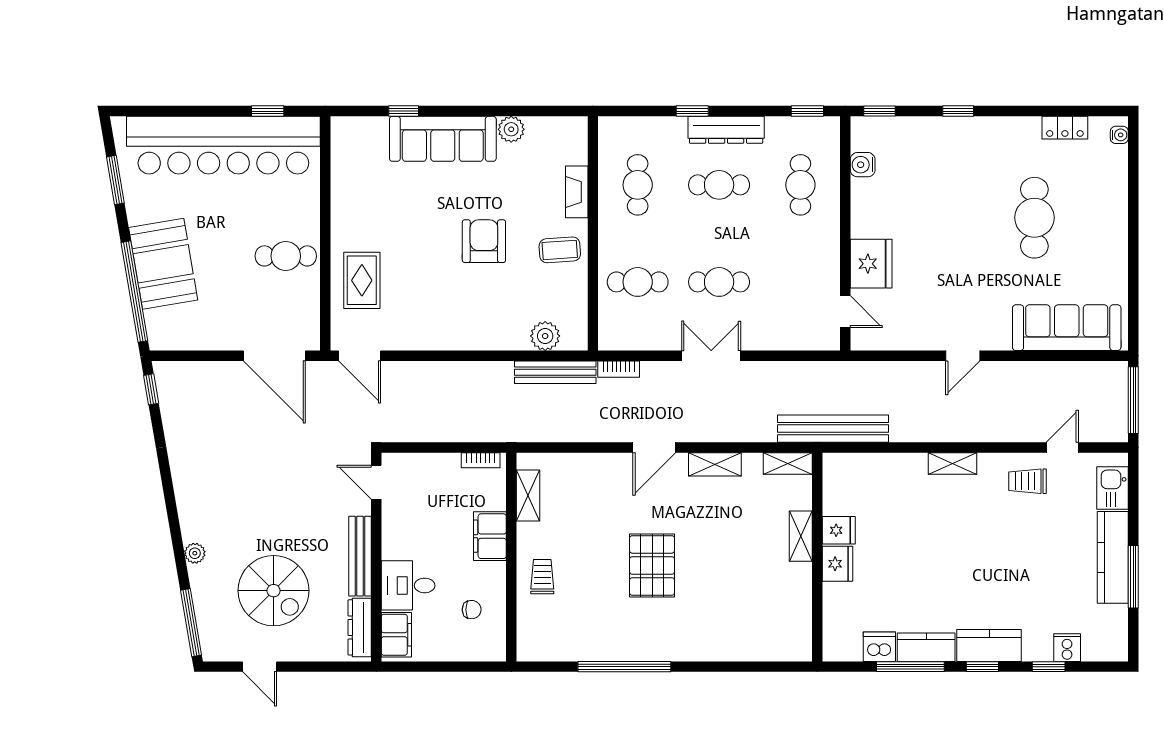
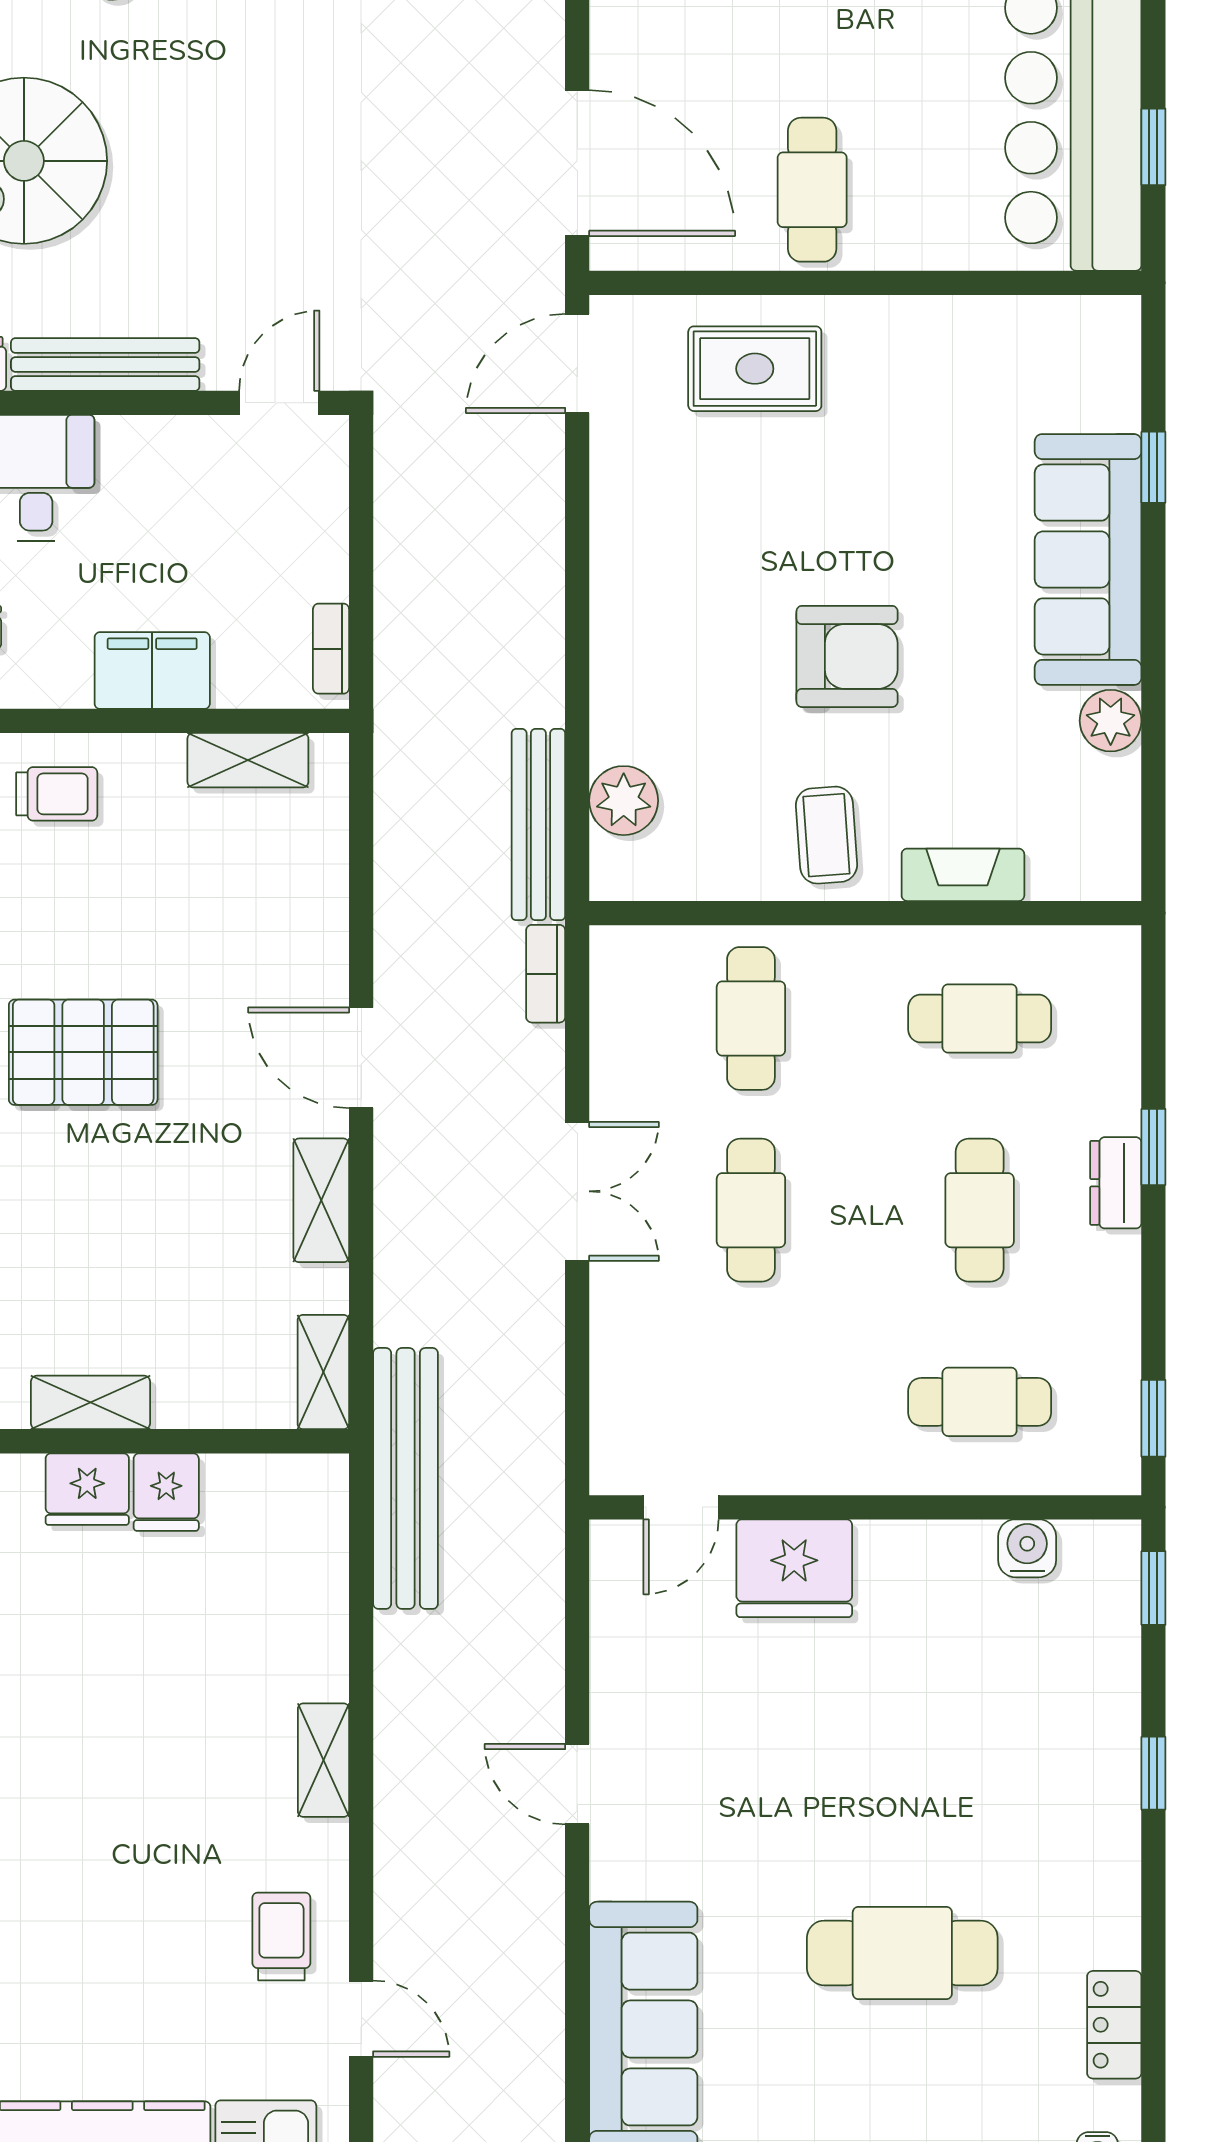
dresser: (726, 130) -> (1116, 1183), width x0.51, depth x0.80
door: (274, 356) -> (577, 163), swing flipped
shelving: (801, 536) -> (91, 1402), moved

